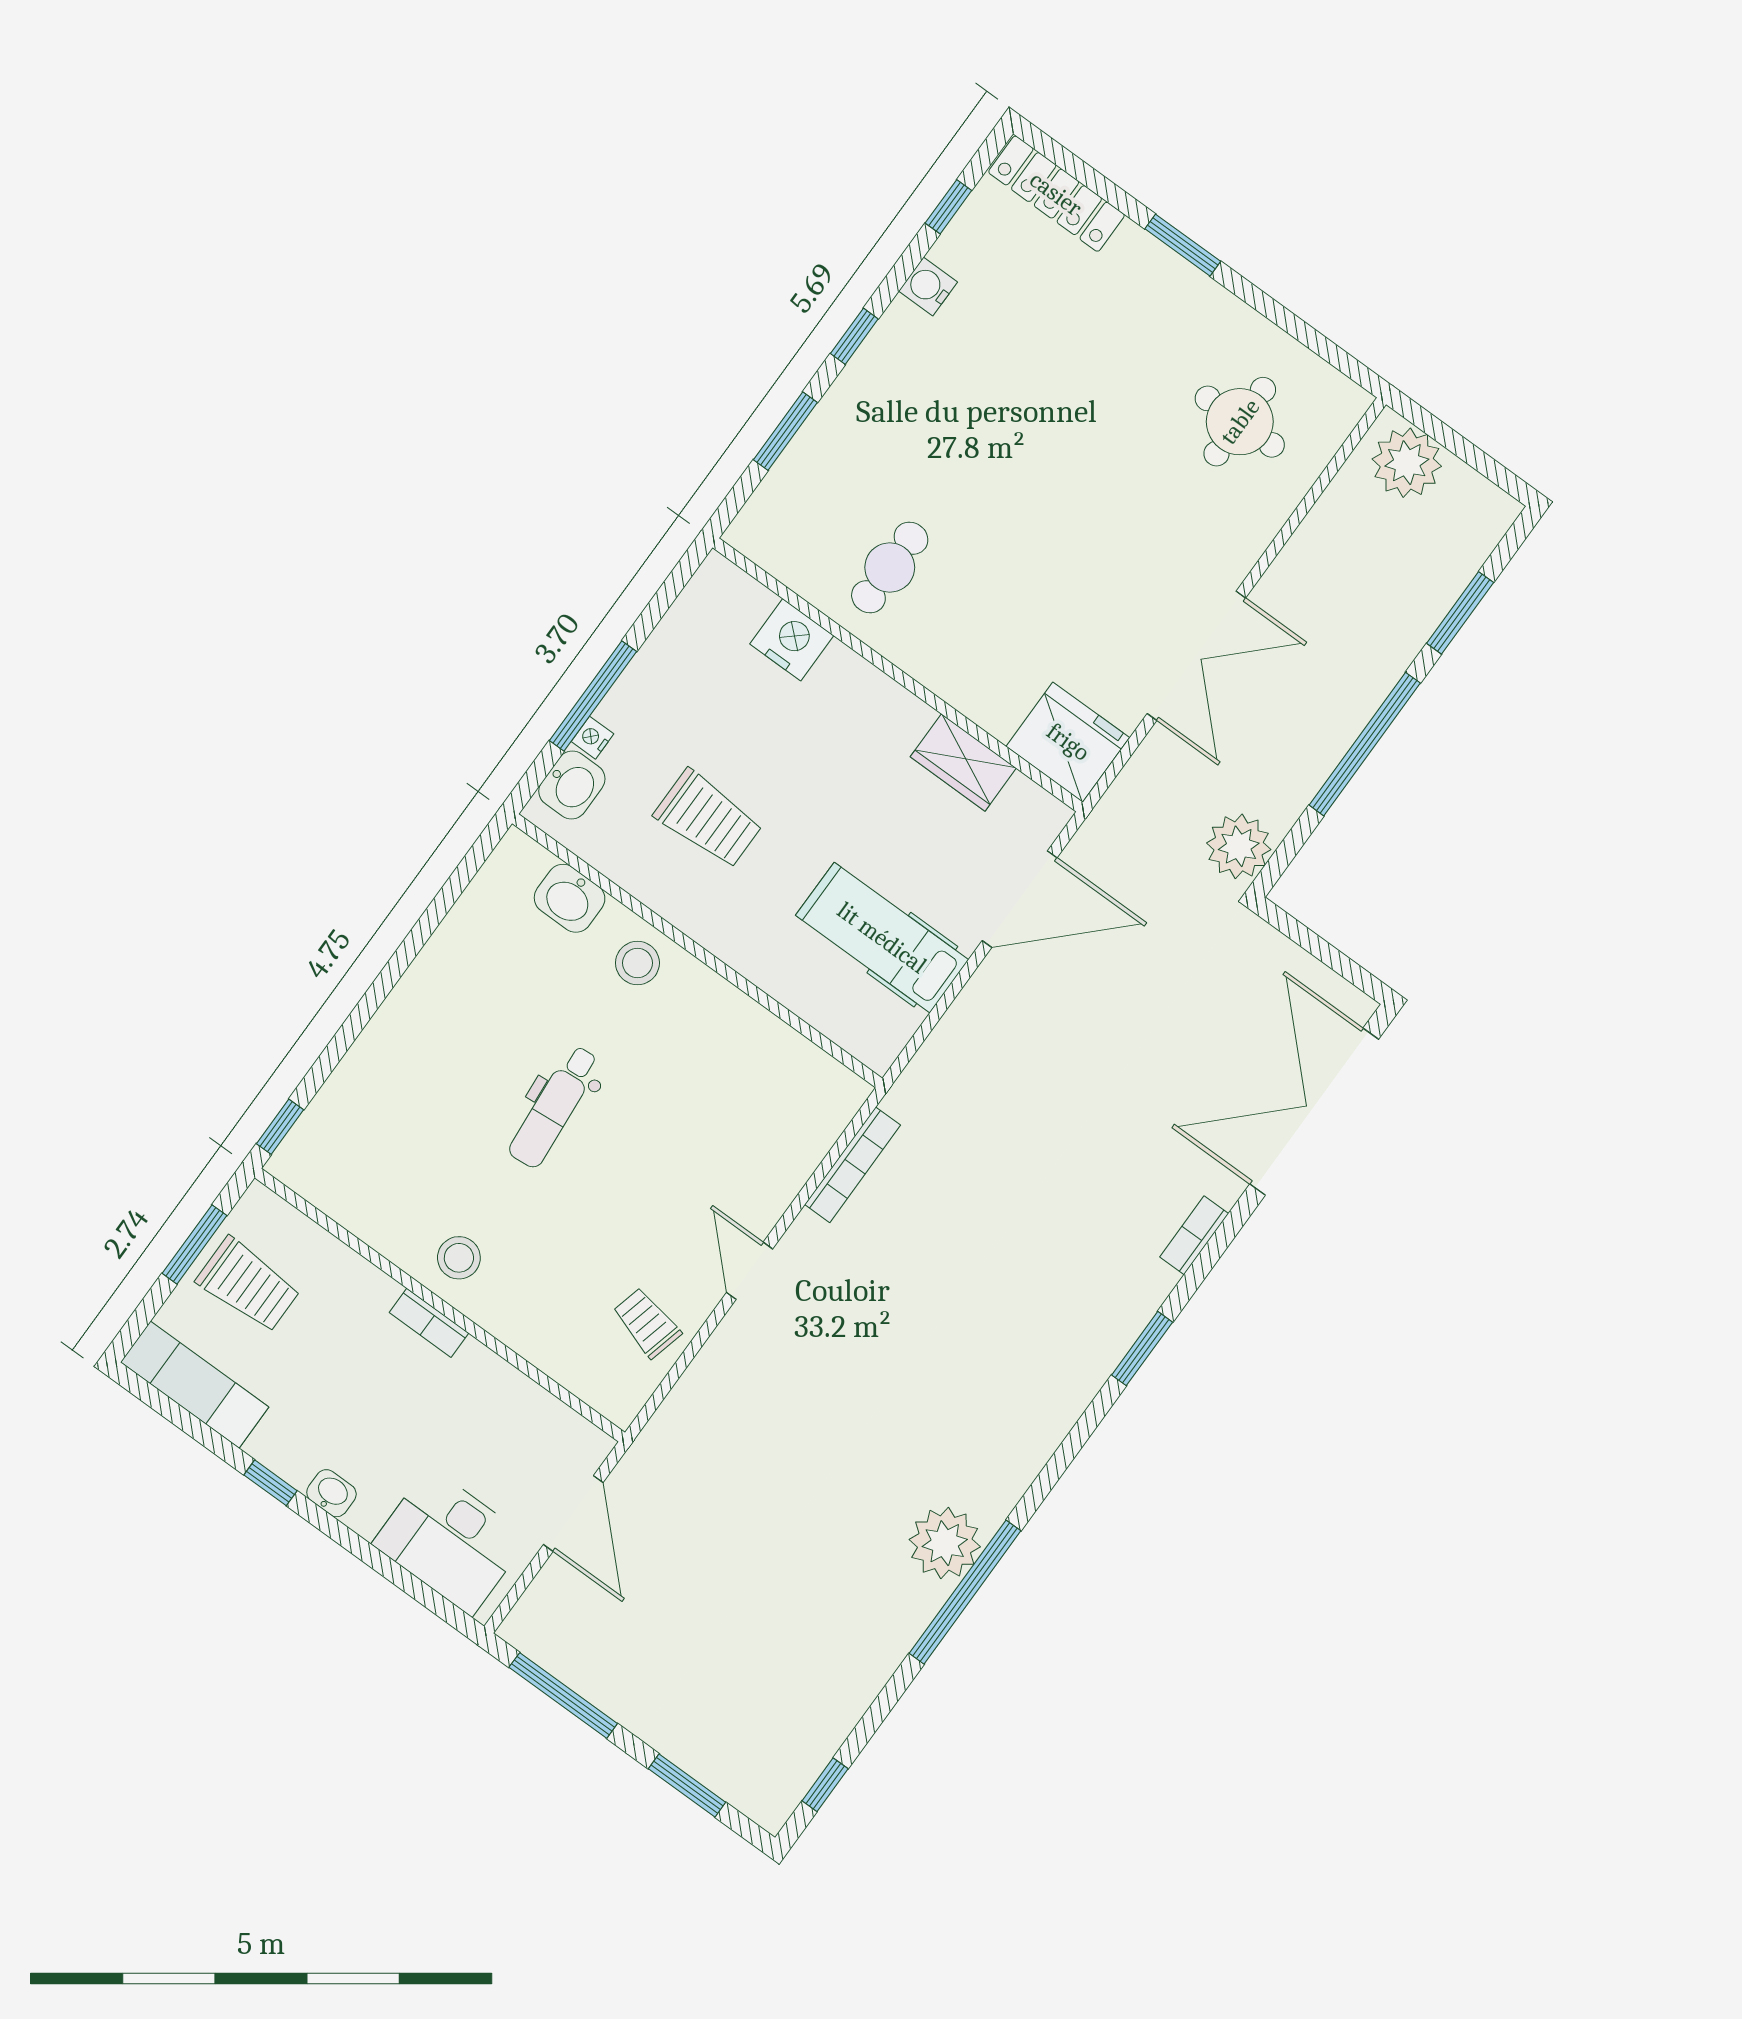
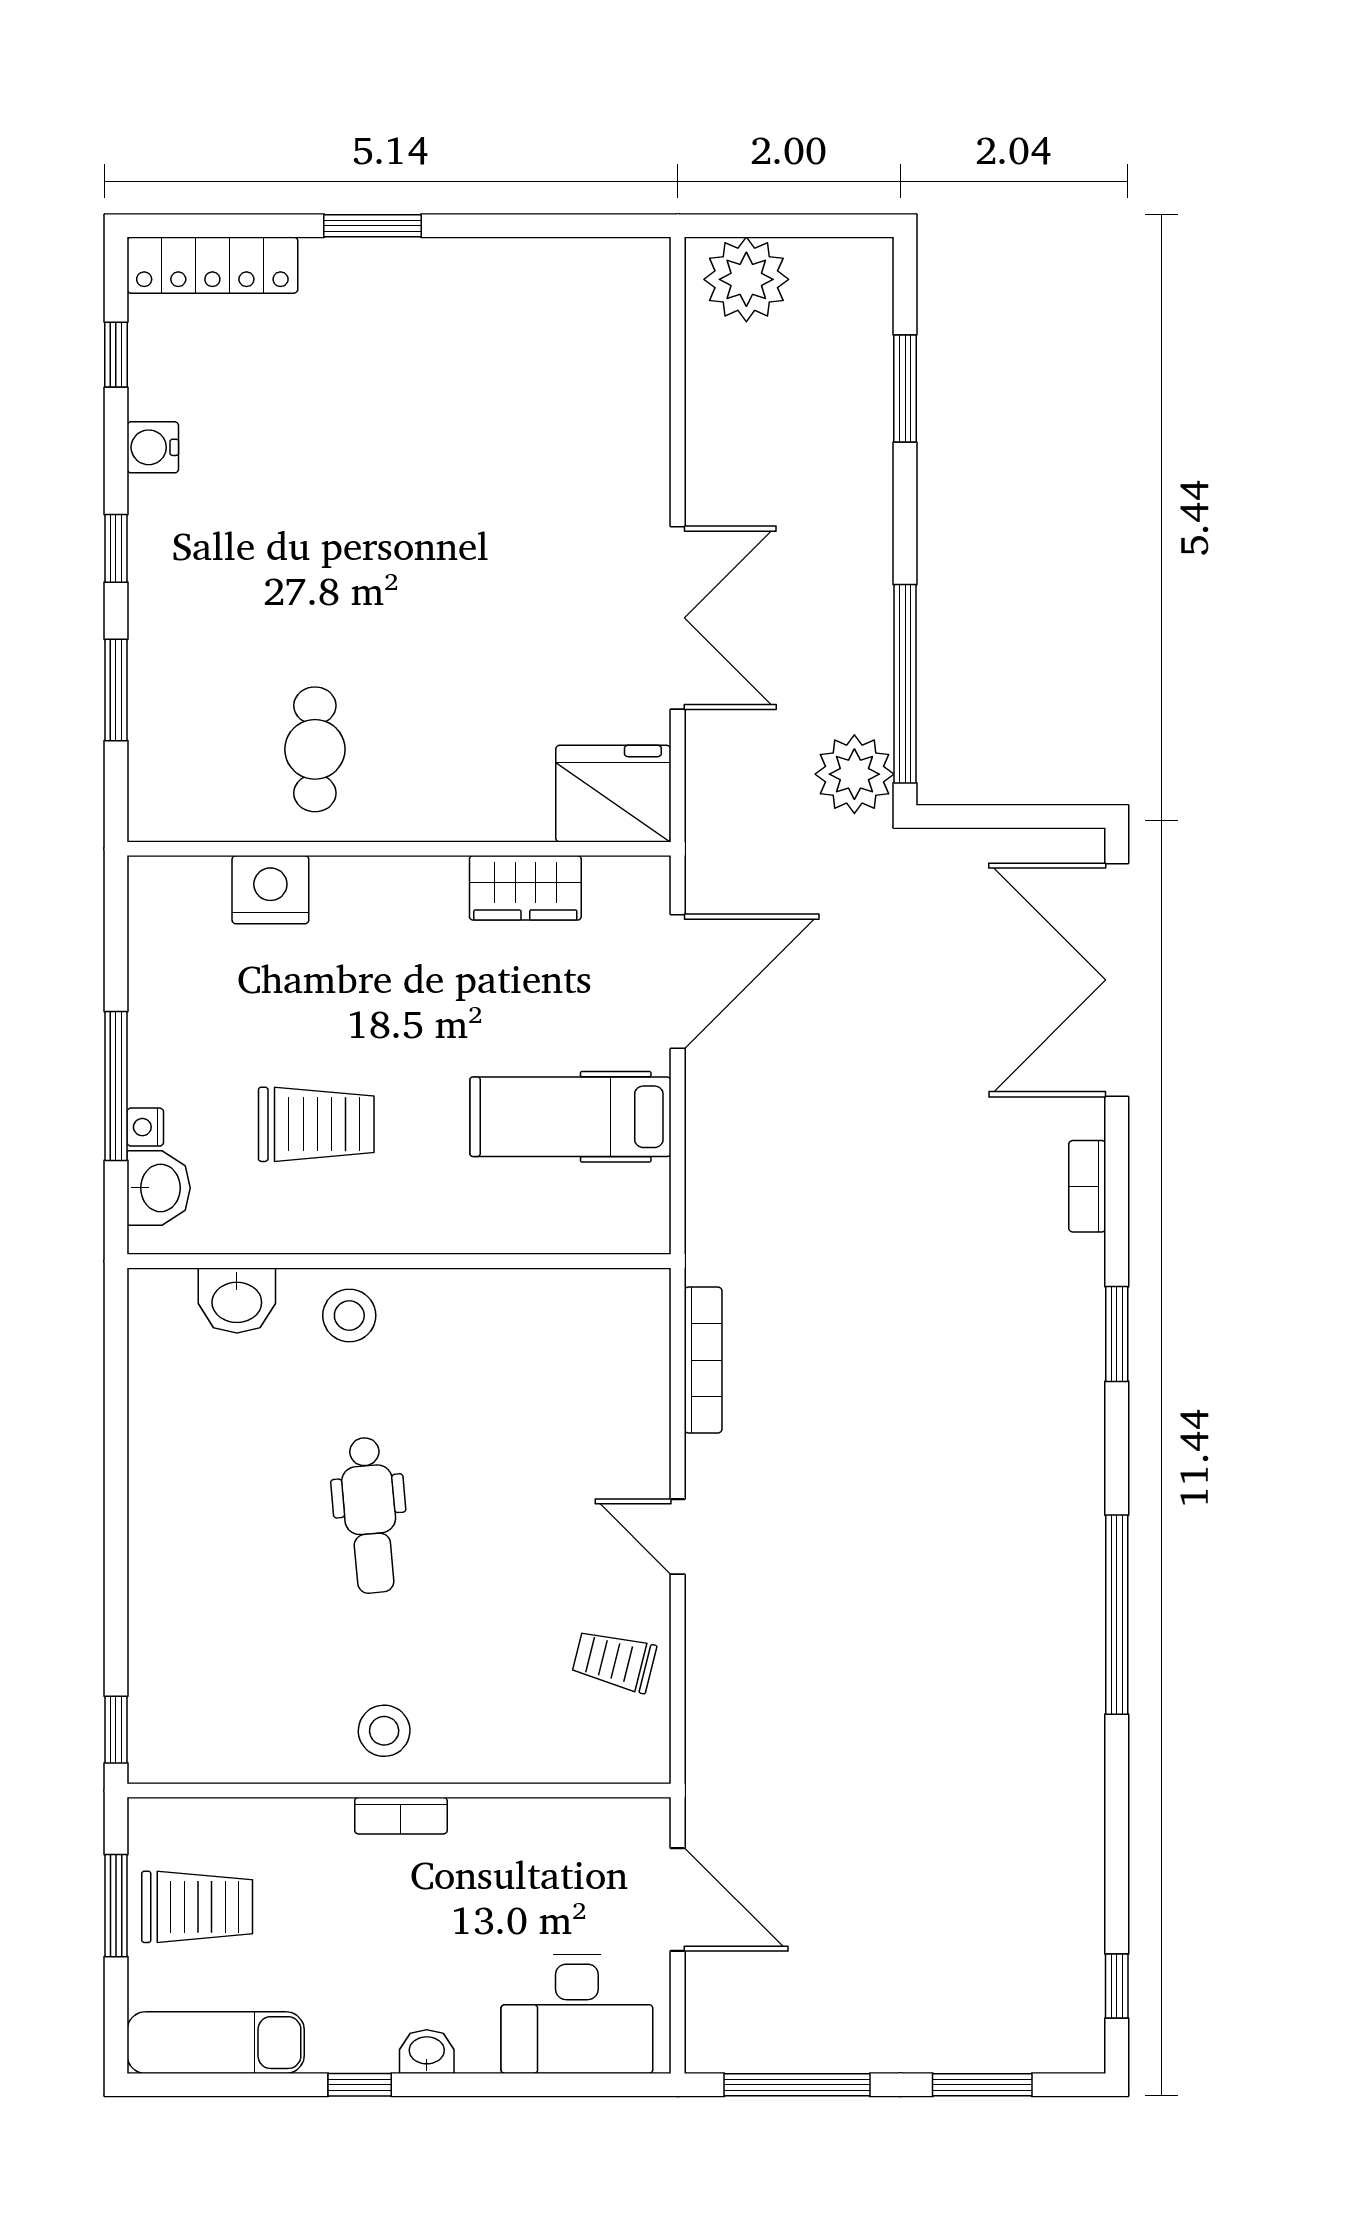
round table: (1240, 422) -> (554, 358), removed
window: (1365, 744) -> (905, 684), moved
plant: (945, 1543) -> (1062, 1665), removed
window: (965, 1592) -> (1117, 1615), moved

